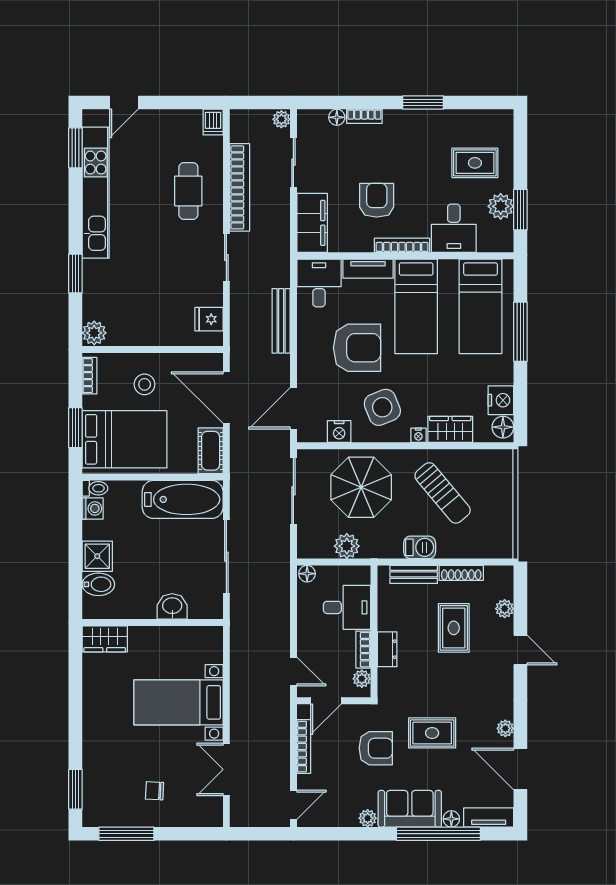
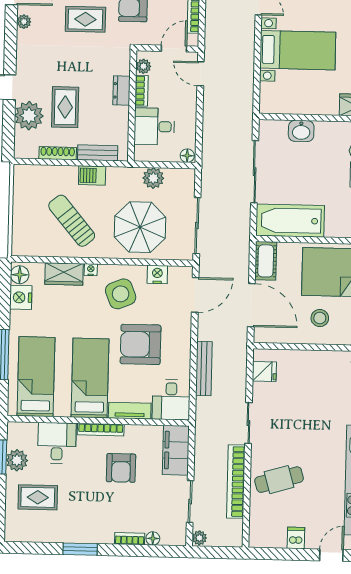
dishwasher: (213, 122) -> (296, 538), moved
cafe table: (188, 191) -> (279, 480), turned 74
plant: (505, 609) -> (29, 116), width x1.88, depth x1.88

